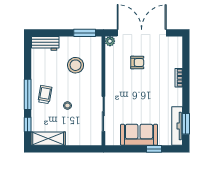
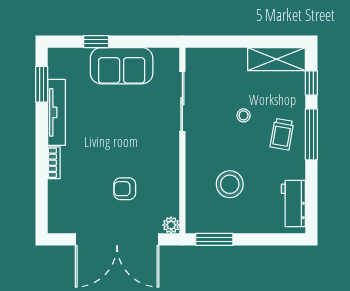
workbench: (45, 43) -> (293, 204), moved, turned -90
tv unit: (177, 126) -> (56, 112), moved

